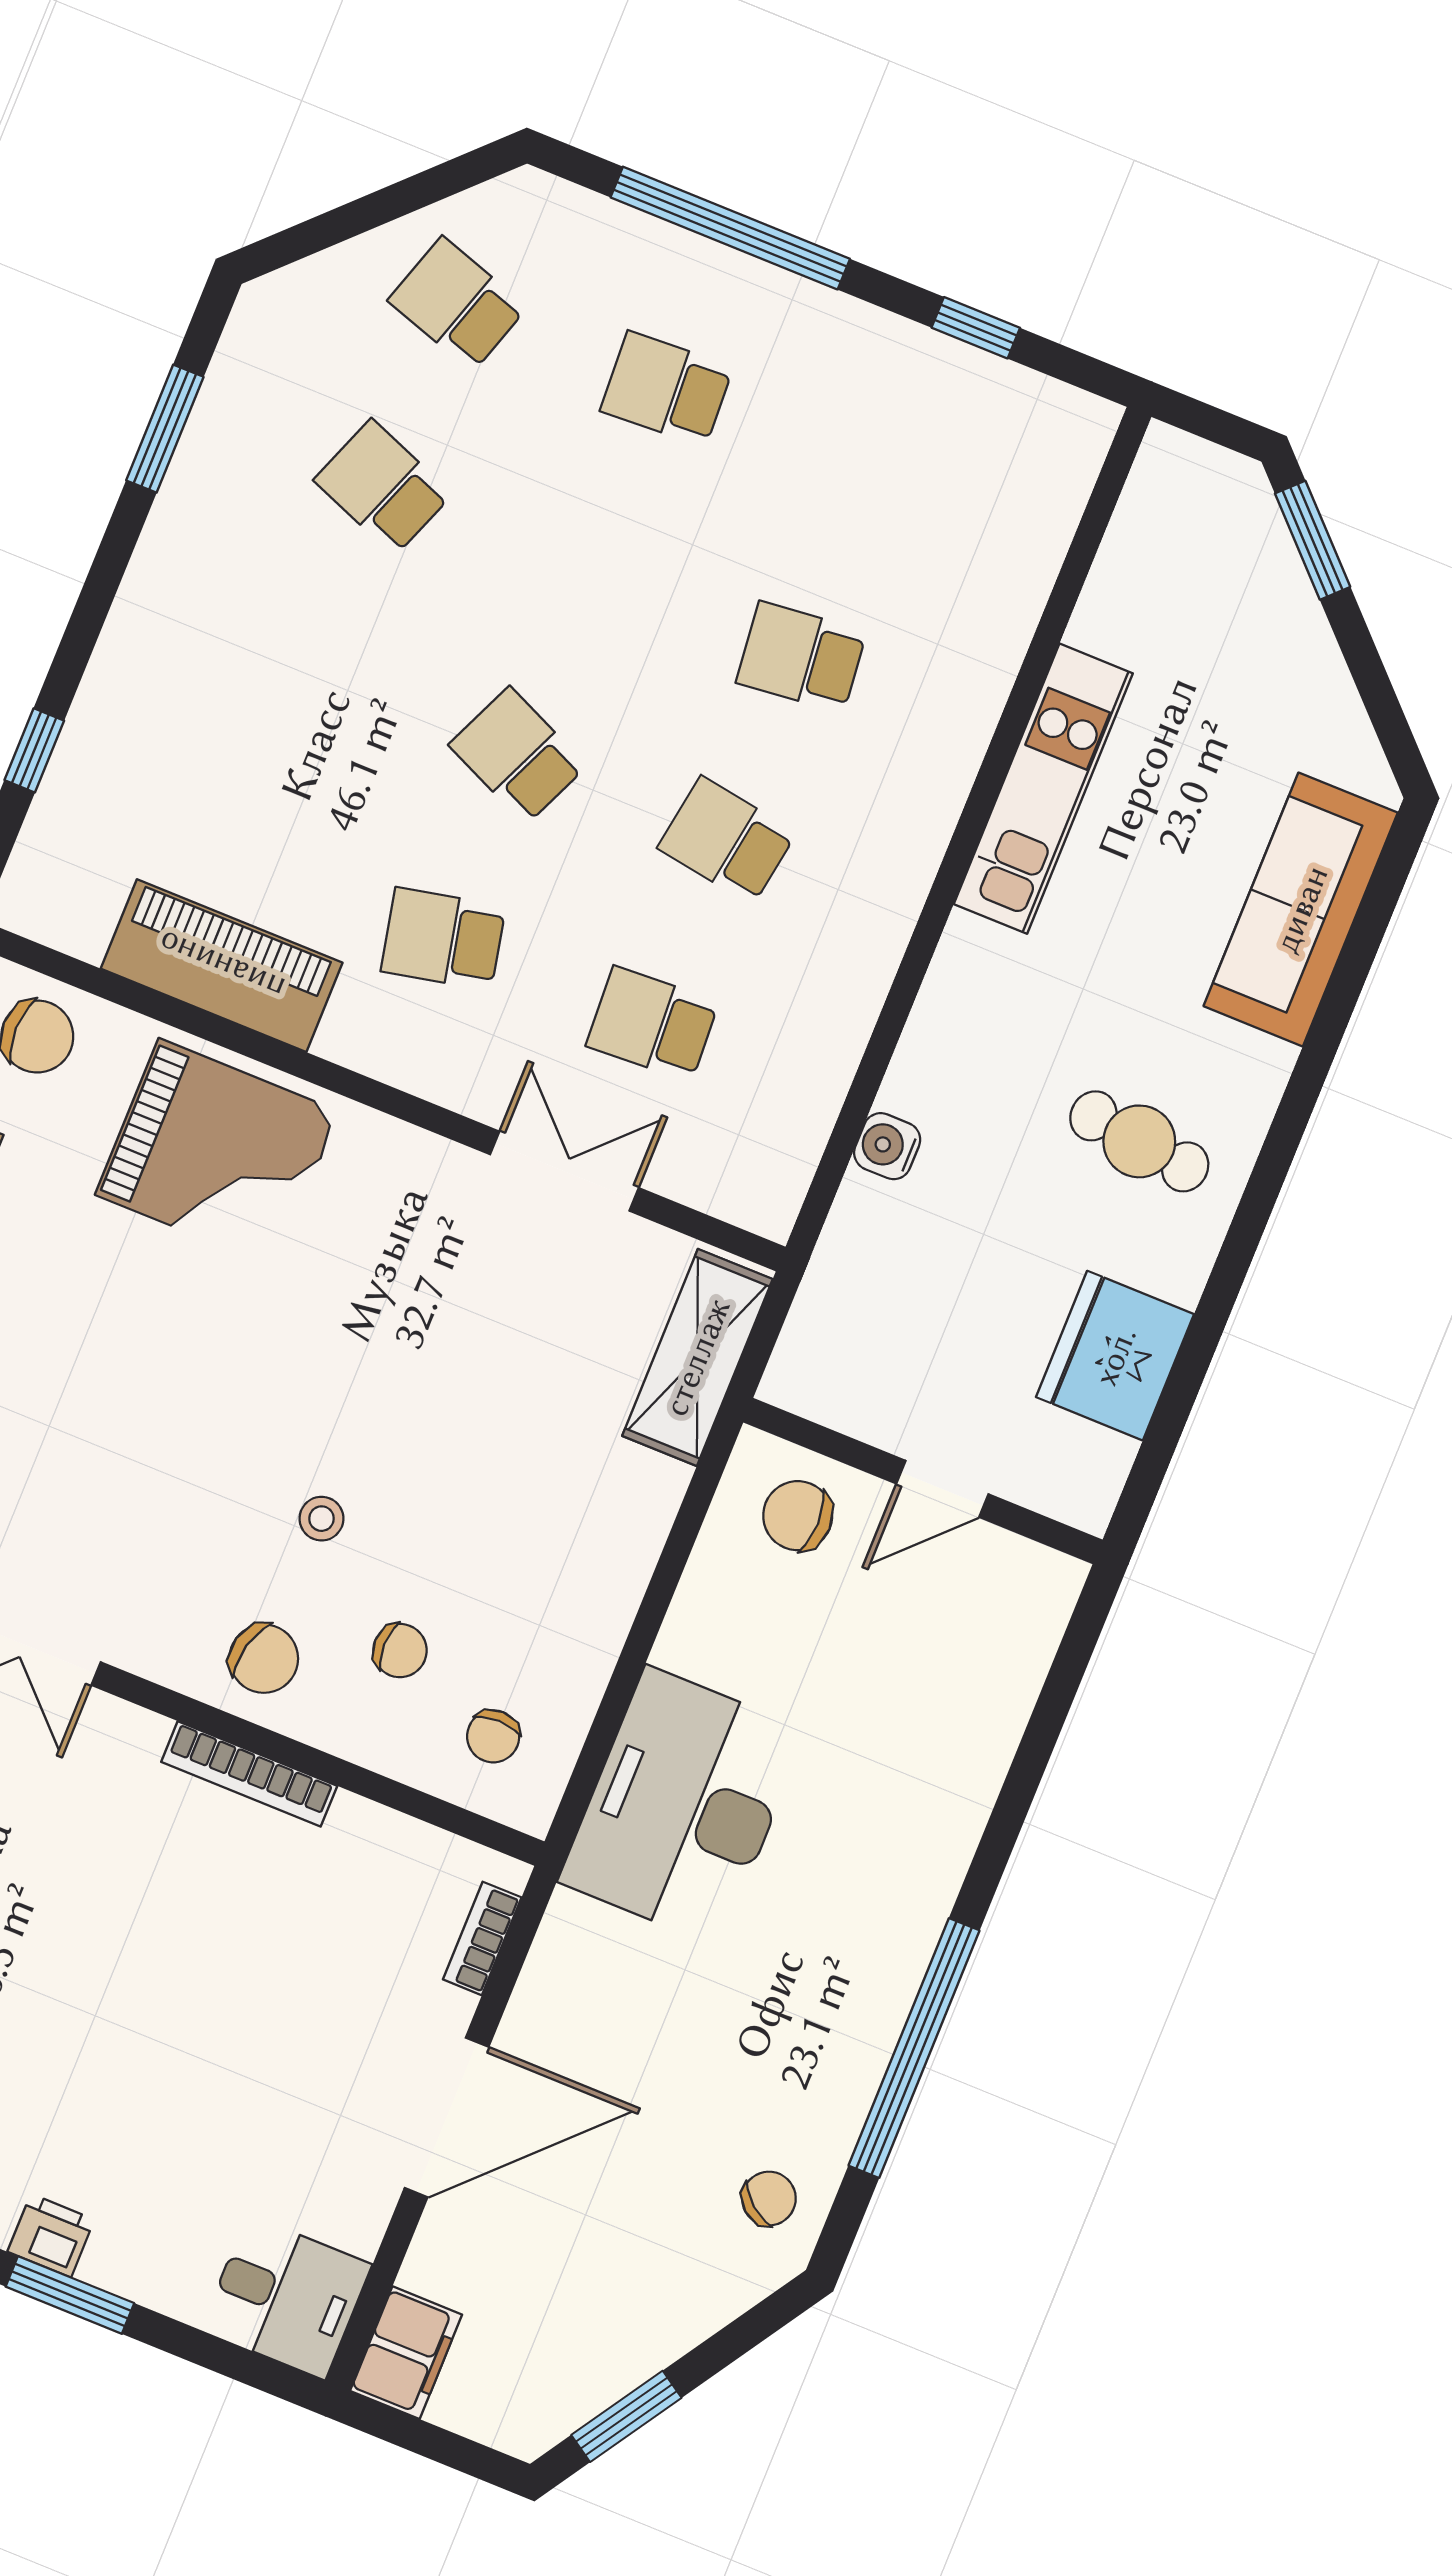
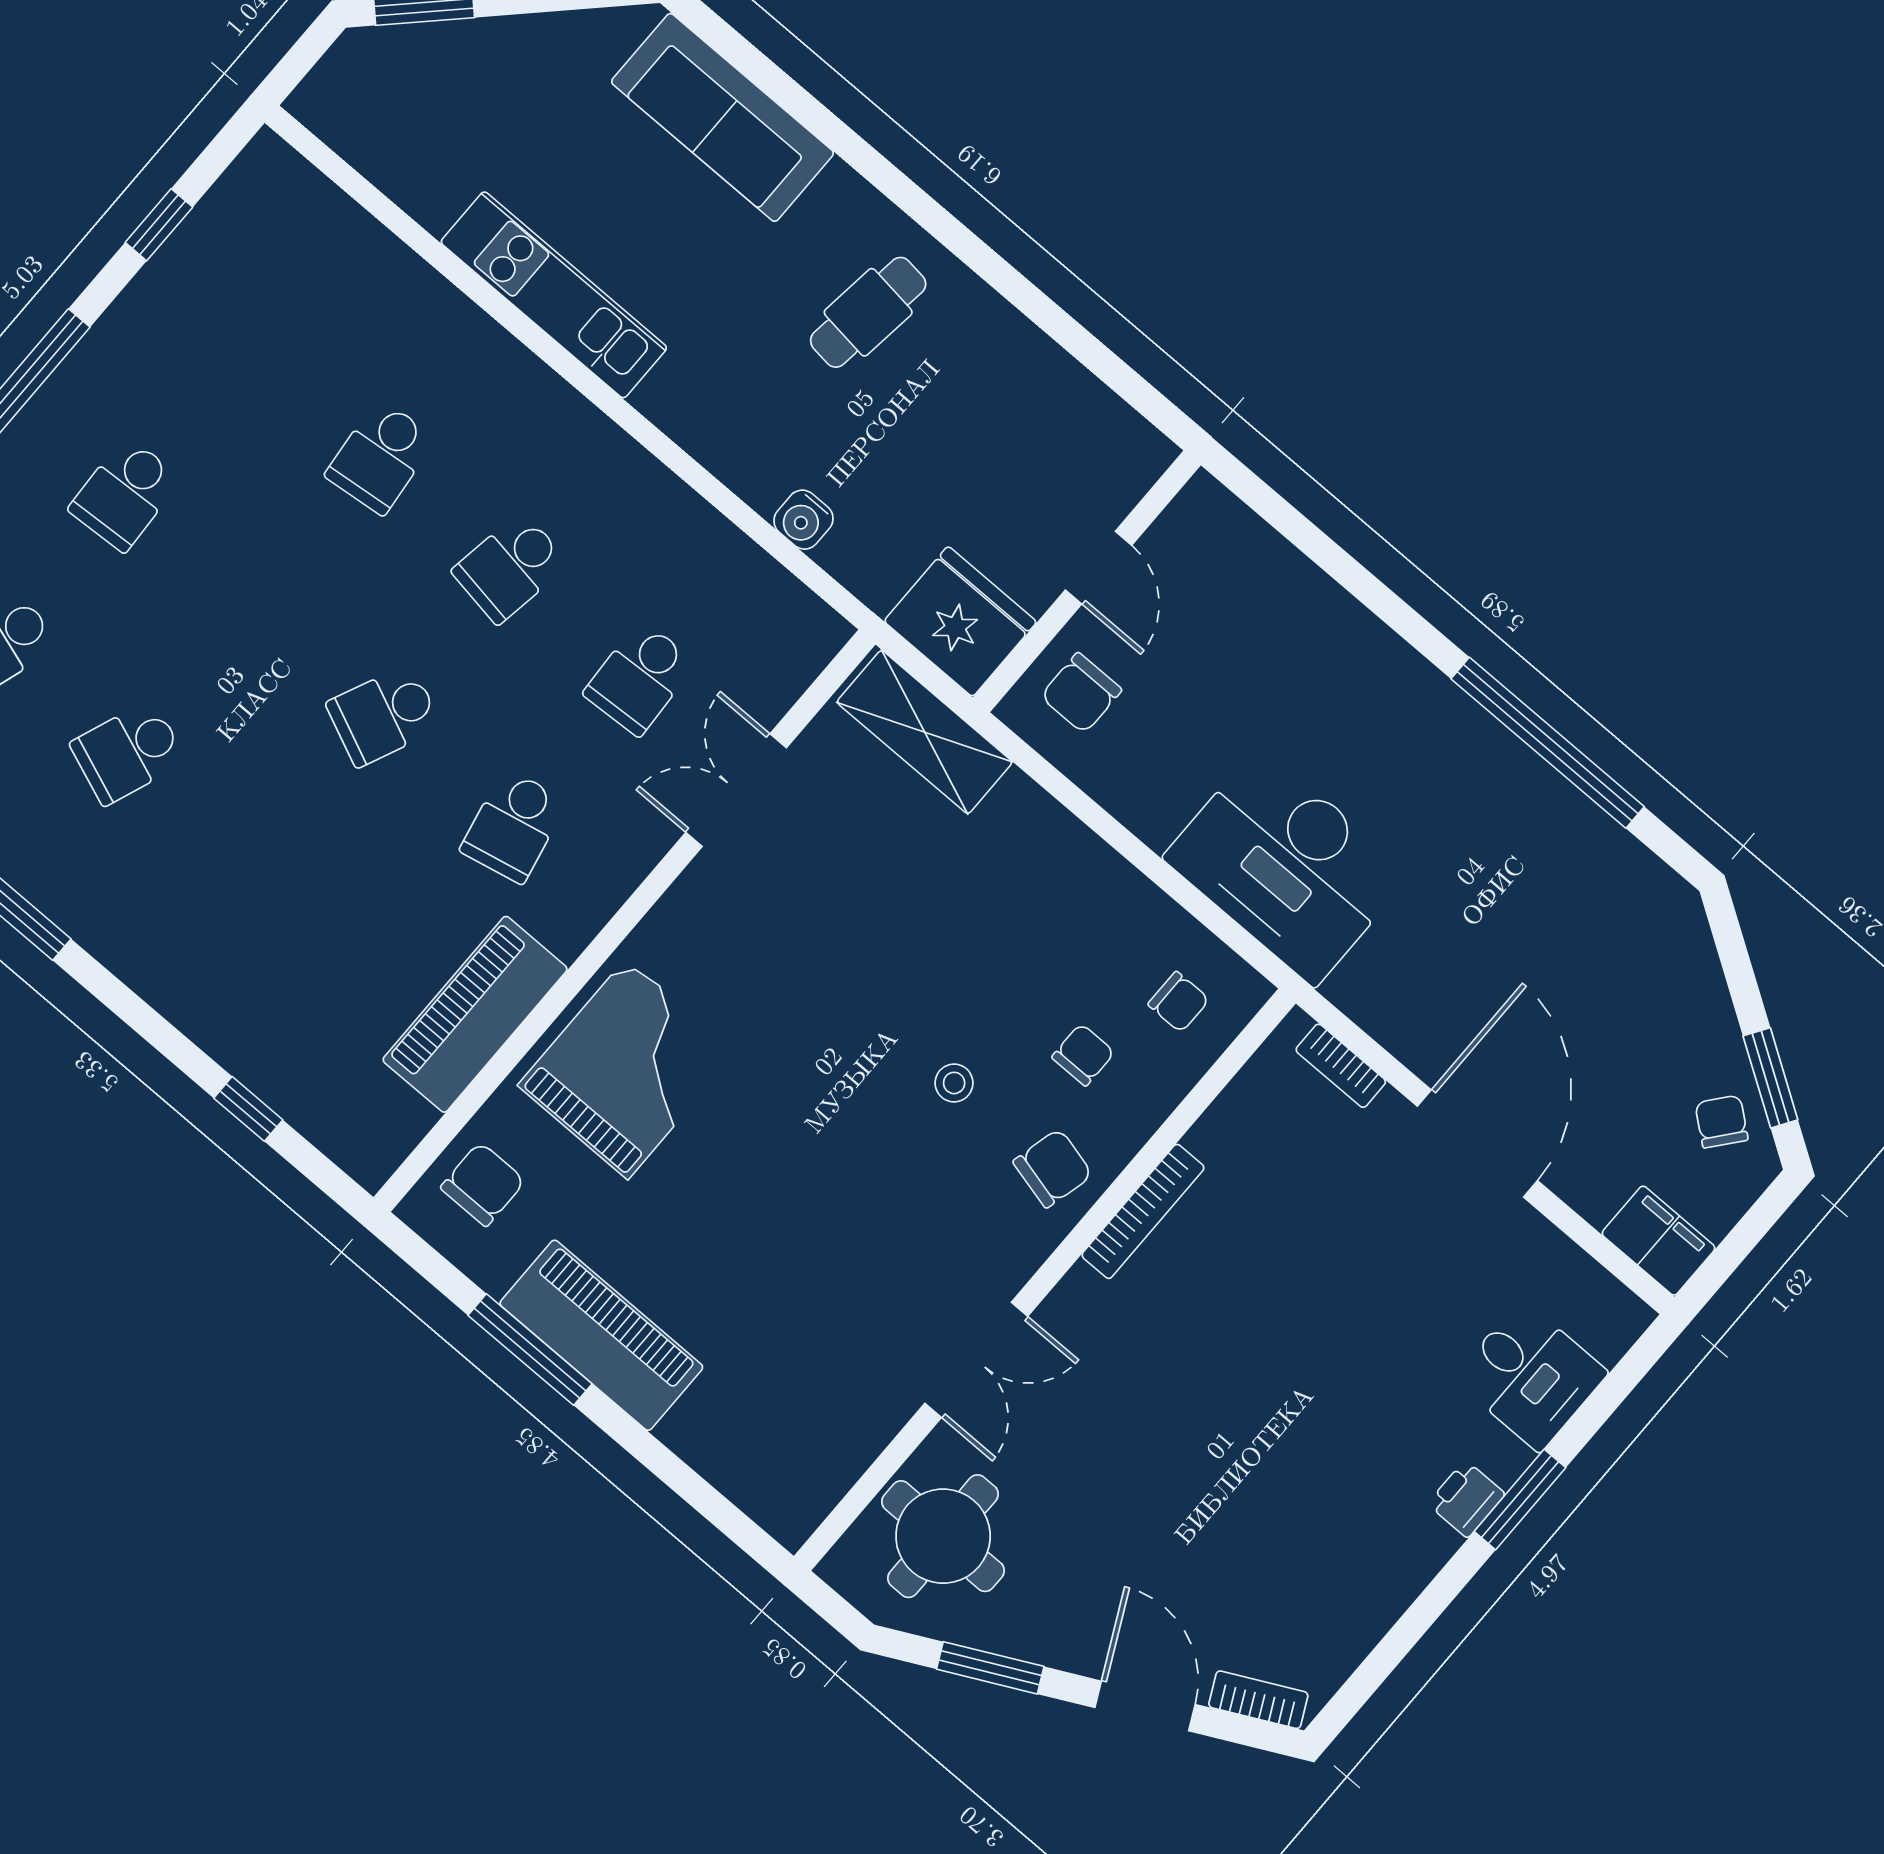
fridge: (1115, 1356) -> (960, 621), moved, turned 180
chair: (769, 2199) -> (1722, 1122), moved
desk: (286, 2297) -> (1530, 1376), moved, turned 90

